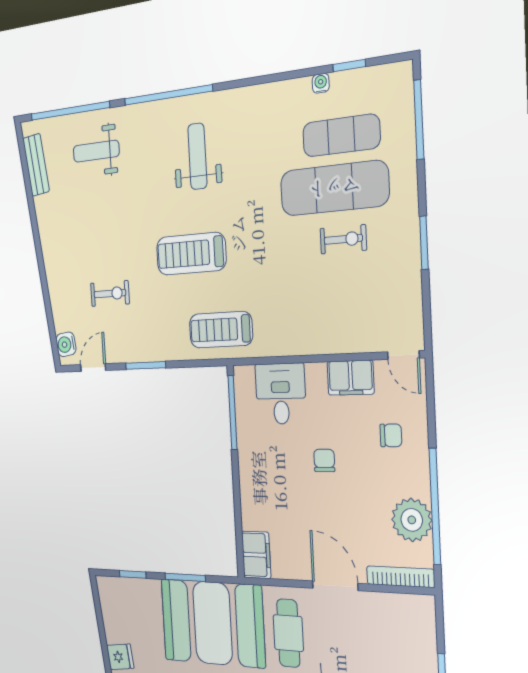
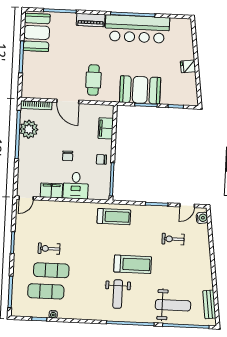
weight bench: (96, 151) -> (173, 305), width x1.36, depth x1.33
exercise mat: (334, 188) -> (51, 270), width x0.73, depth x0.69
treadmill: (191, 254) -> (133, 264), moved
door: (403, 355) -> (26, 198), swing flipped
desk: (281, 394) -> (76, 186), moved
chair: (391, 435) -> (101, 159), moved
filing cabinet: (256, 555) -> (106, 128), moved
booth: (213, 623) -> (140, 90), width x0.73, depth x0.70

